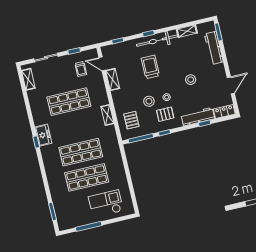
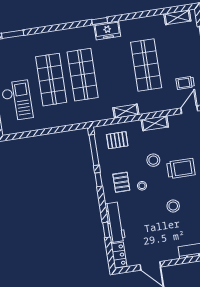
shelving: (113, 79) -> (155, 123), moved
stool: (191, 80) -> (173, 206), moved
stool: (149, 101) -> (153, 160), moved

